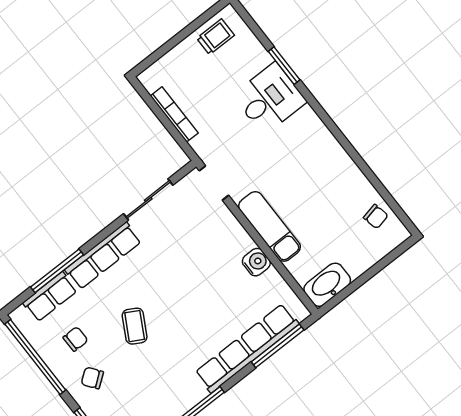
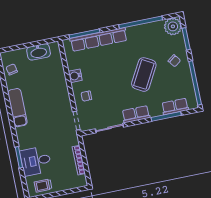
desk: (270, 99) -> (36, 161), moved
exam couch: (270, 226) -> (17, 108), moved, turned 180
row of seats: (103, 256) -> (136, 114), width x0.68
washbasin: (327, 285) -> (39, 52), moved
coffee table: (135, 326) -> (144, 74), width x1.86, depth x1.72
chair: (75, 339) -> (86, 96), moved

